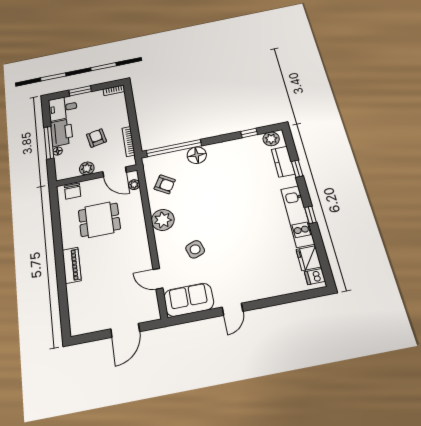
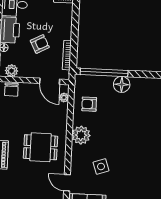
armchair: (96, 138) -> (40, 44), turned 73
plant: (87, 168) -> (11, 71), moved
armchair: (165, 184) -> (89, 104), turned 148
dining table: (99, 220) -> (41, 147), moved

